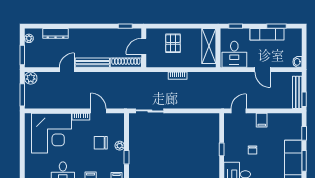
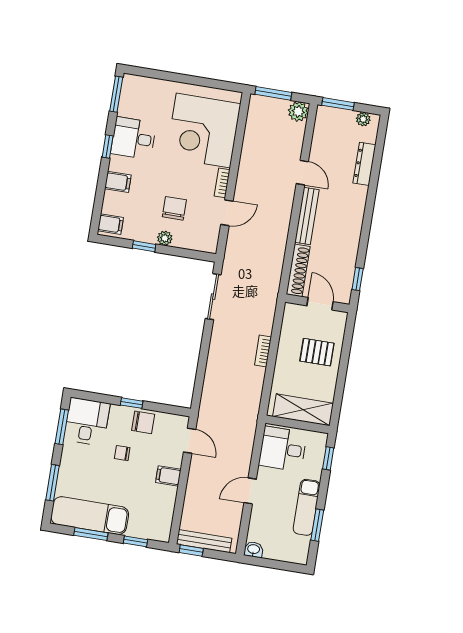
chair: (232, 141) -> (143, 422), added

